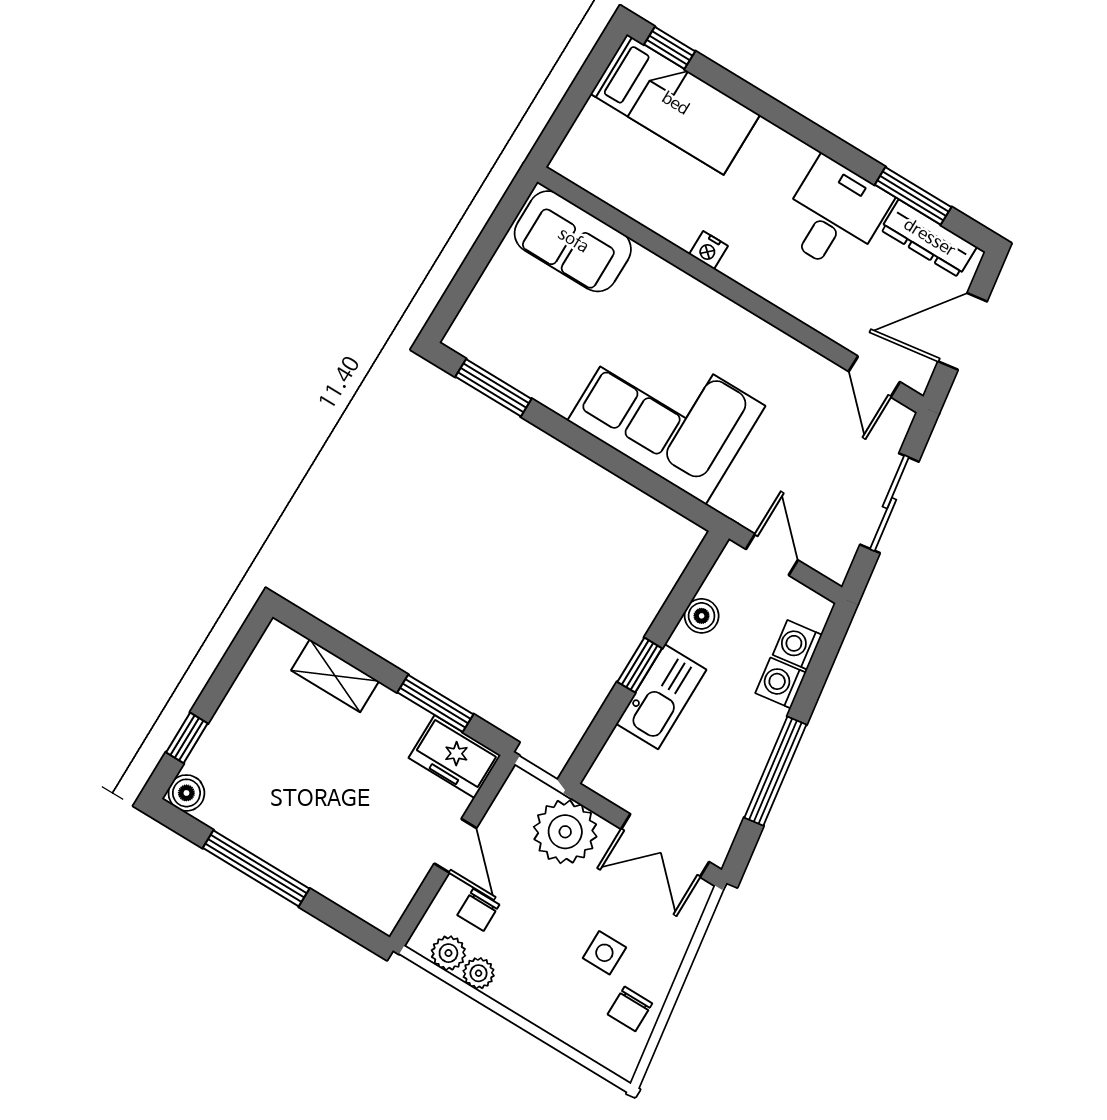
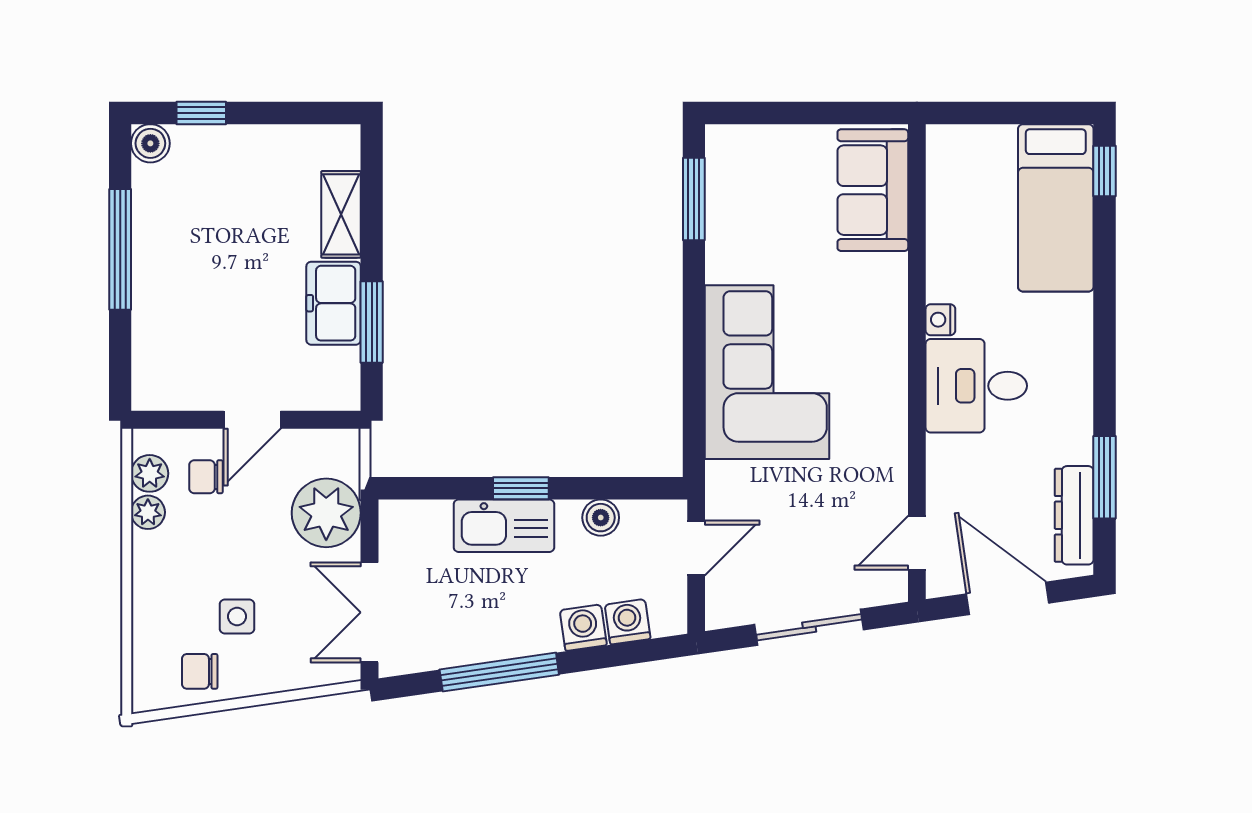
desk: (834, 215) -> (976, 386), moved, turned 180
freezer: (455, 757) -> (334, 303), moved

